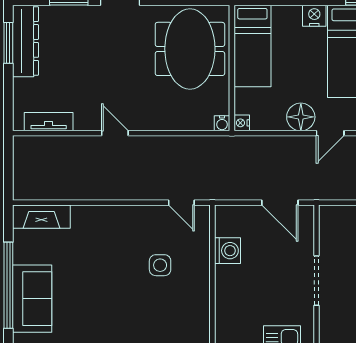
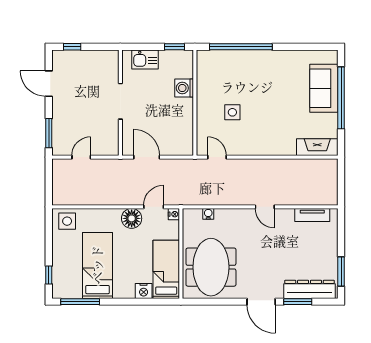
nightstand: (314, 16) -> (144, 291), moved
dresser: (25, 41) -> (310, 289), moved, turned 90
water cooler: (222, 123) -> (208, 214), moved
door: (330, 133) -> (154, 207), moved
washing machine: (227, 251) -> (184, 88), moved

